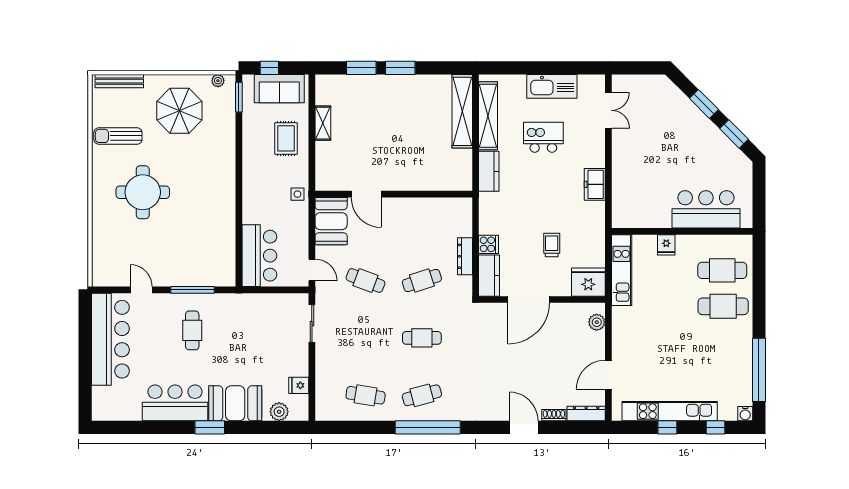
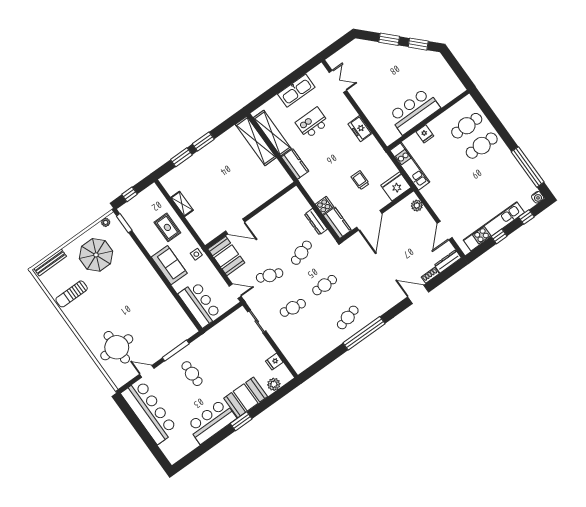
sofa: (279, 89) -> (169, 265), moved, turned -90
round table: (143, 192) -> (117, 347), moved
bar counter: (706, 209) -> (414, 111), moved
cafe table: (366, 395) -> (293, 308), moved

